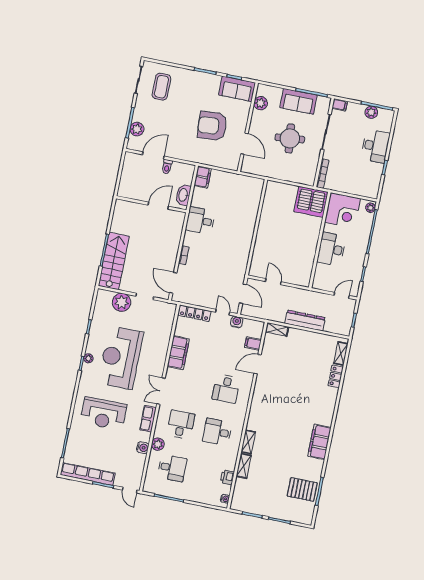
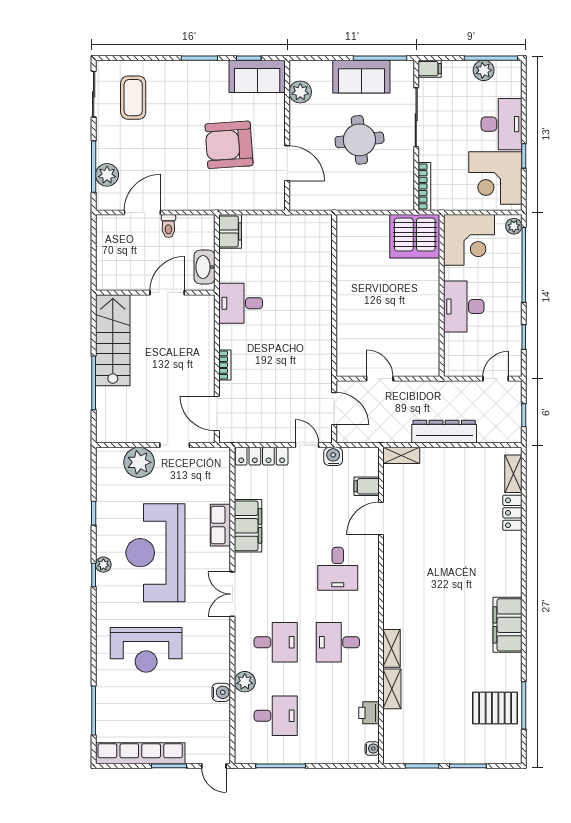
corner desk: (365, 177) -> (495, 178), added
stairs: (114, 261) -> (113, 340), moved
row of seats: (148, 419) -> (220, 525), moved
desk: (181, 425) -> (276, 642), turned 90

